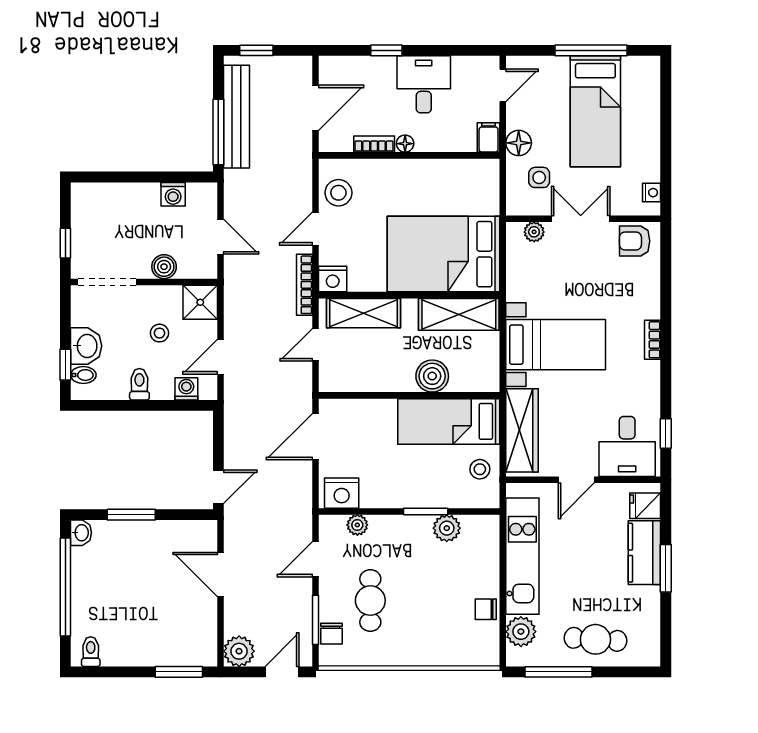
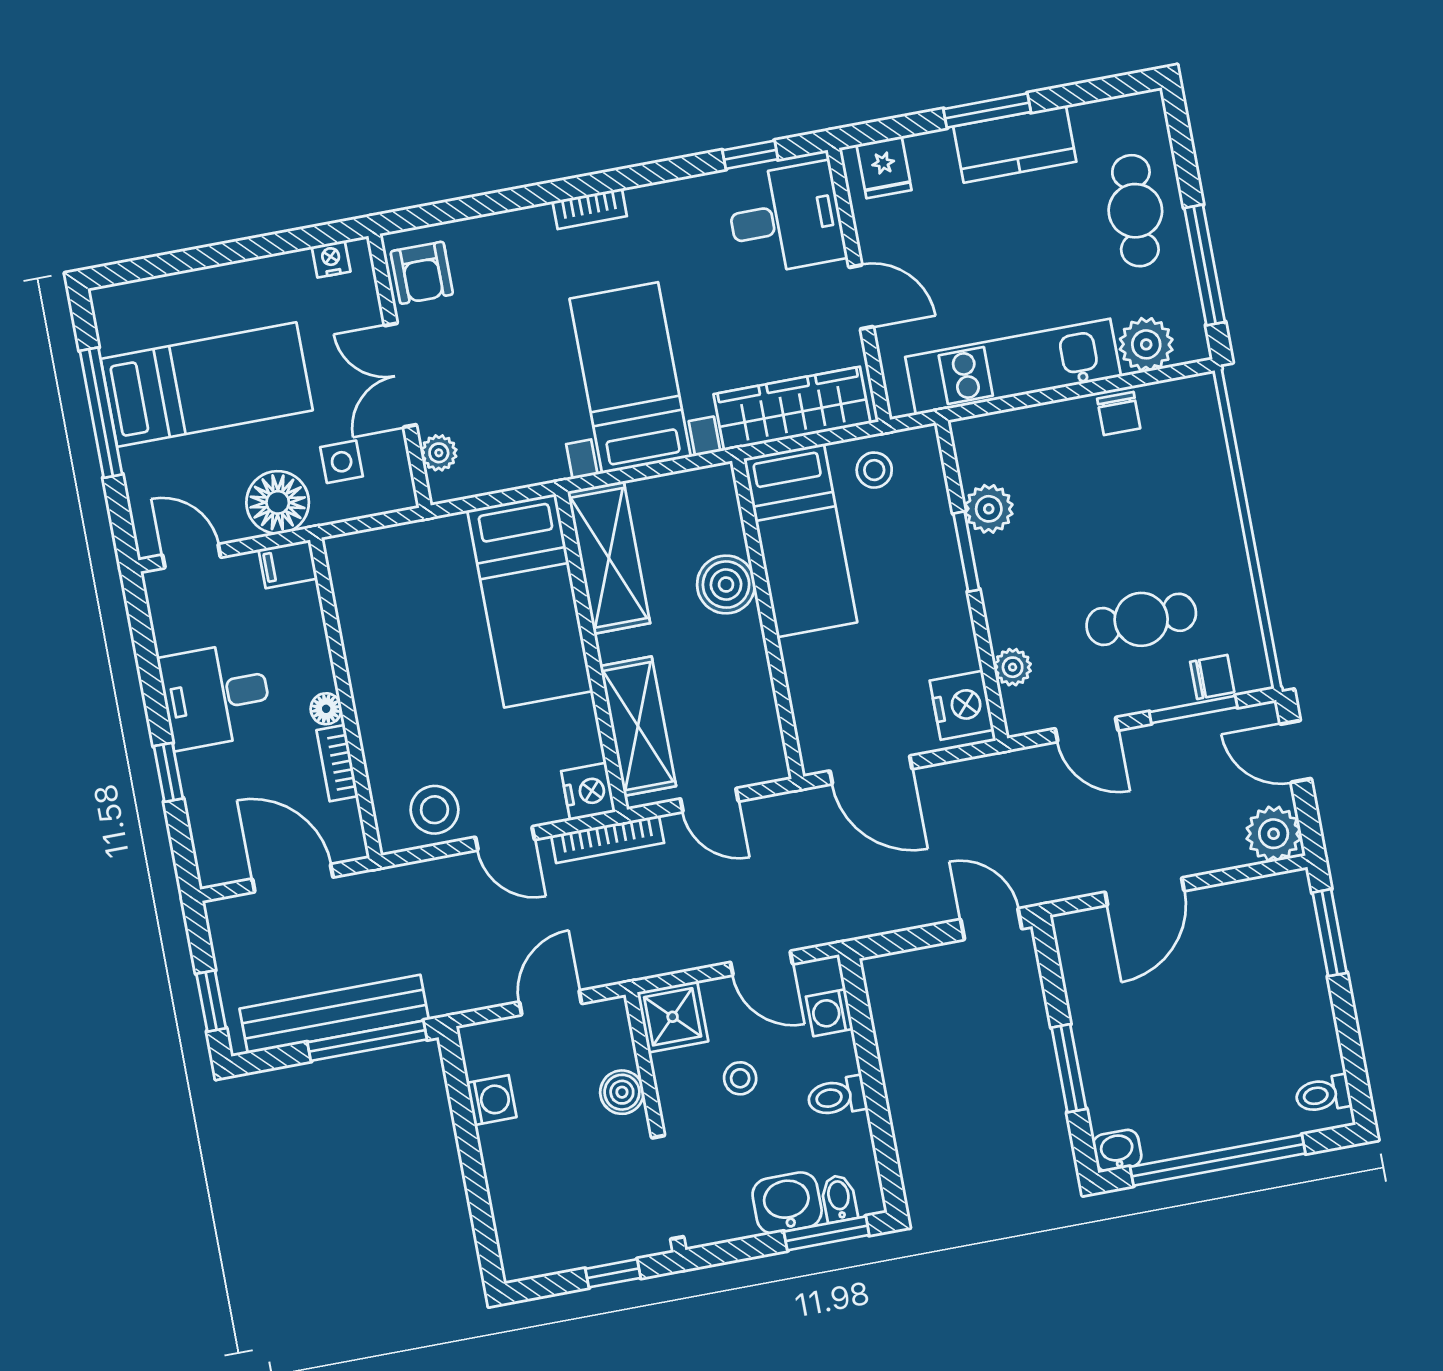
floor lamp: (519, 143) -> (278, 502), width x1.38, depth x1.38
bed: (443, 254) -> (530, 601), width x0.67
window: (65, 365) -> (827, 1233), width x1.50
kitchen counter: (644, 553) -> (1015, 144), moved

